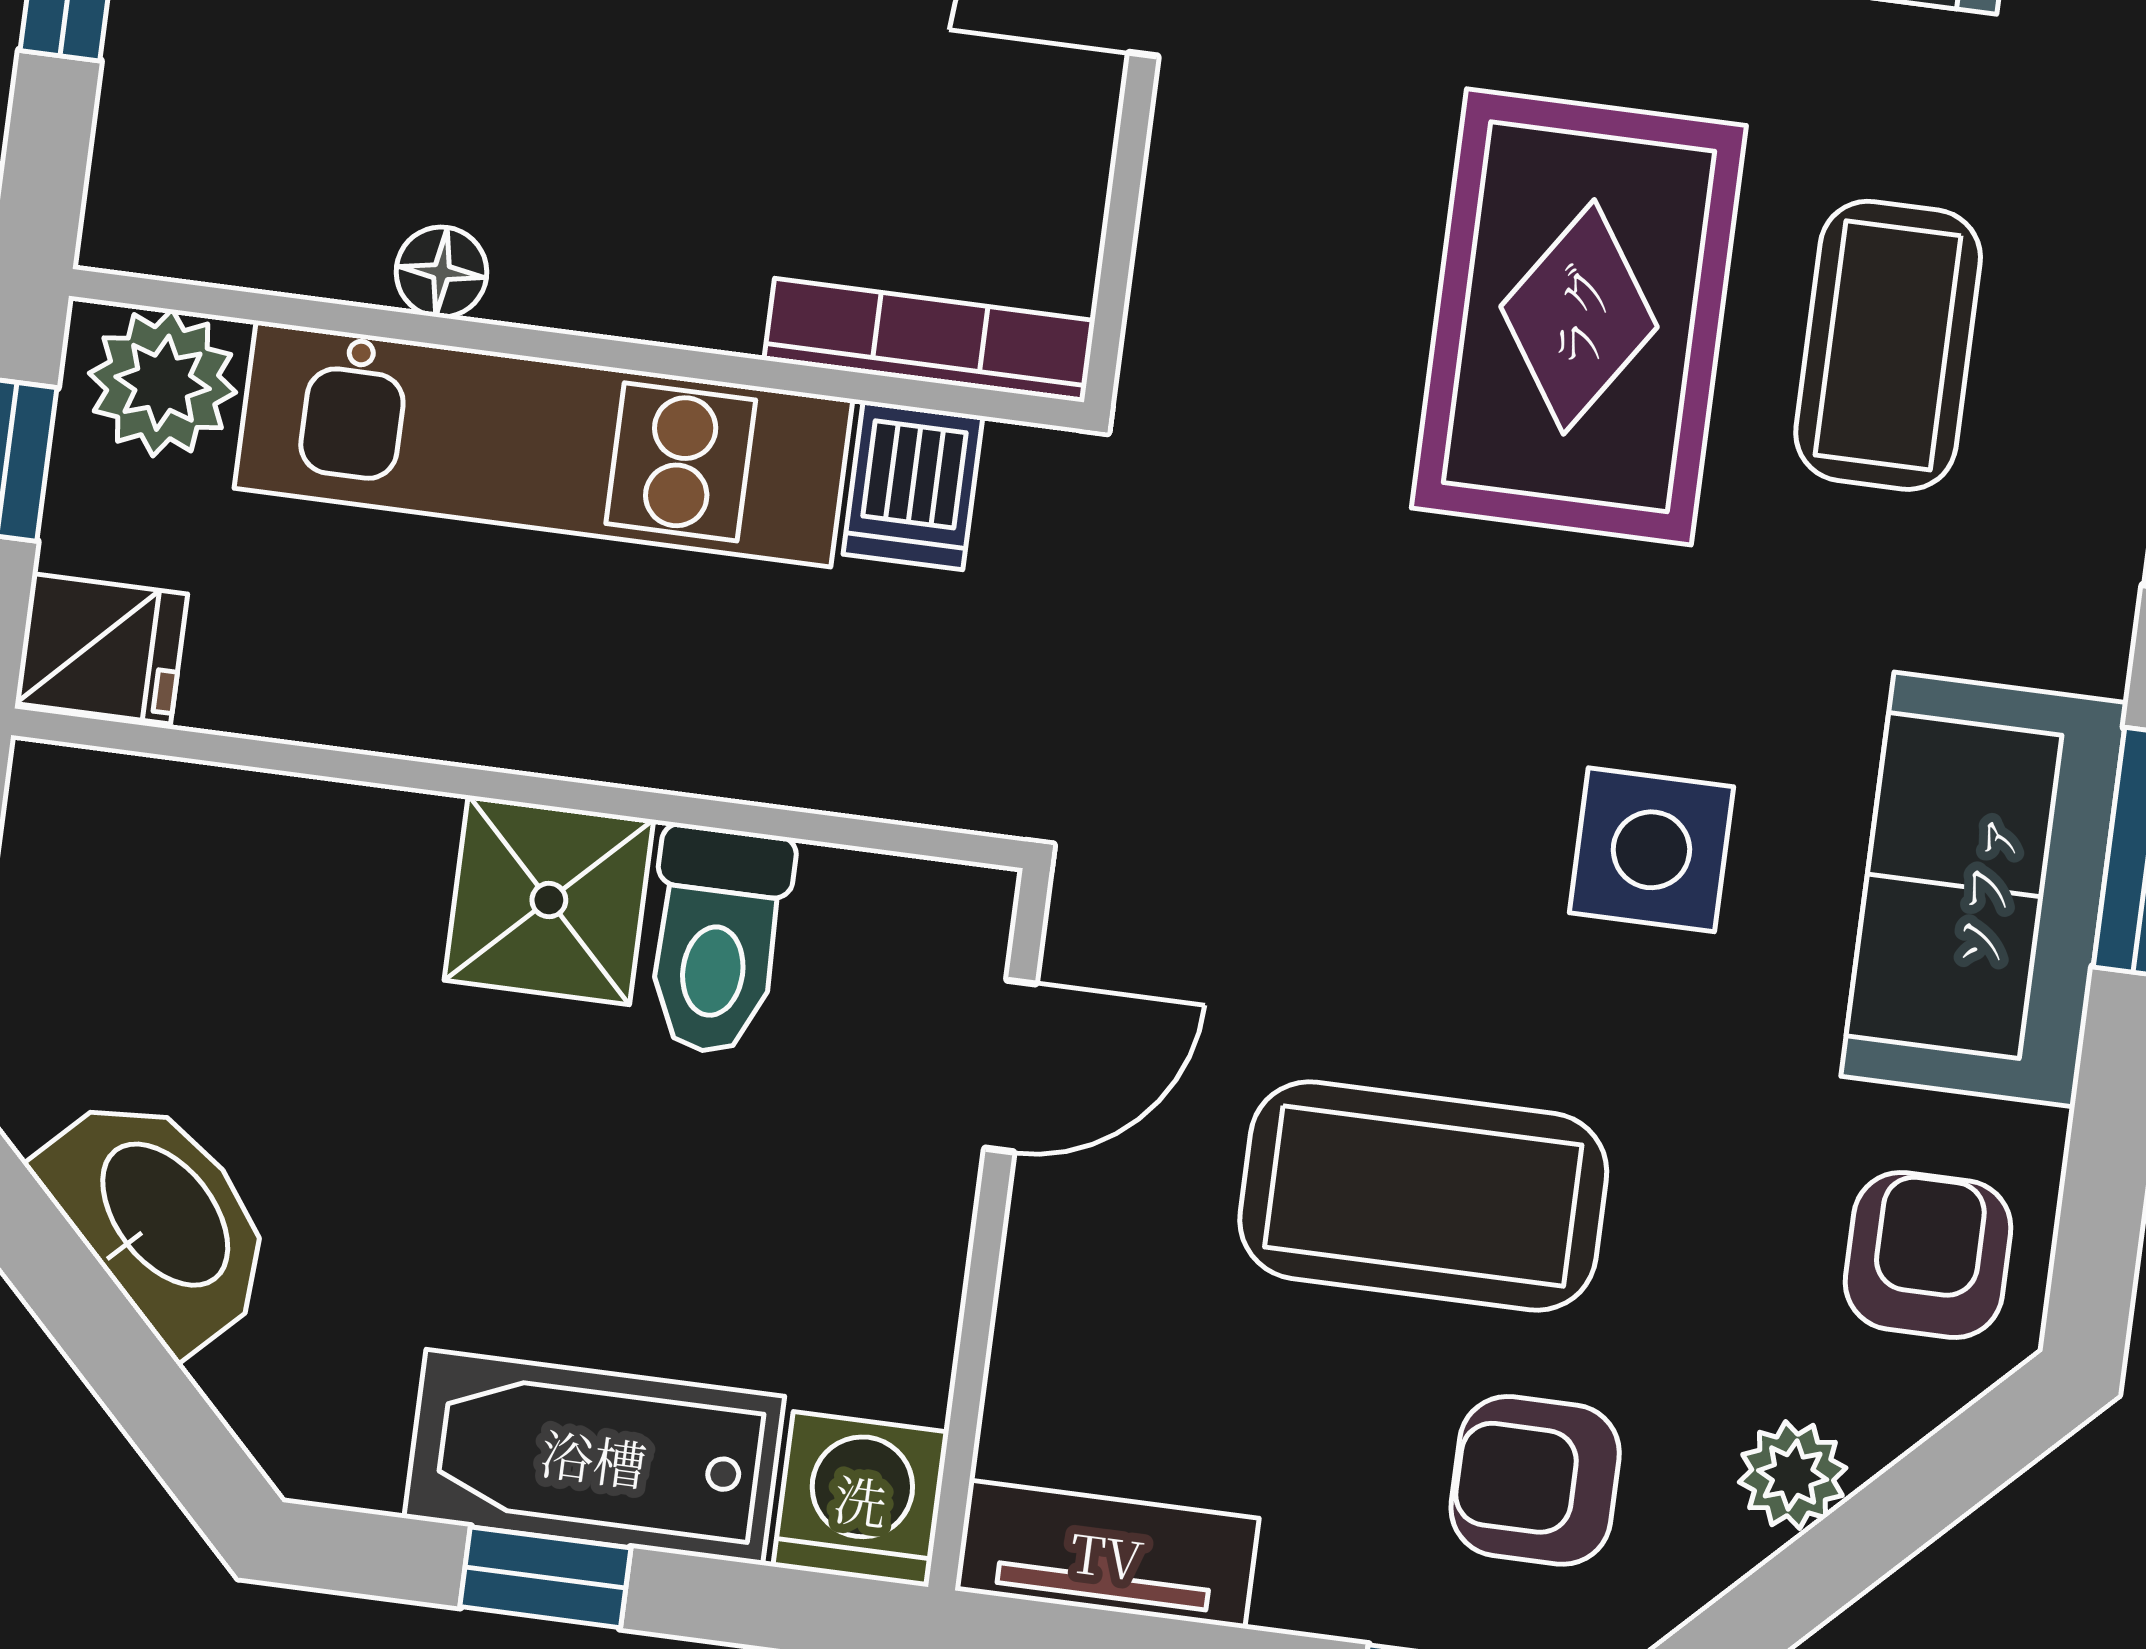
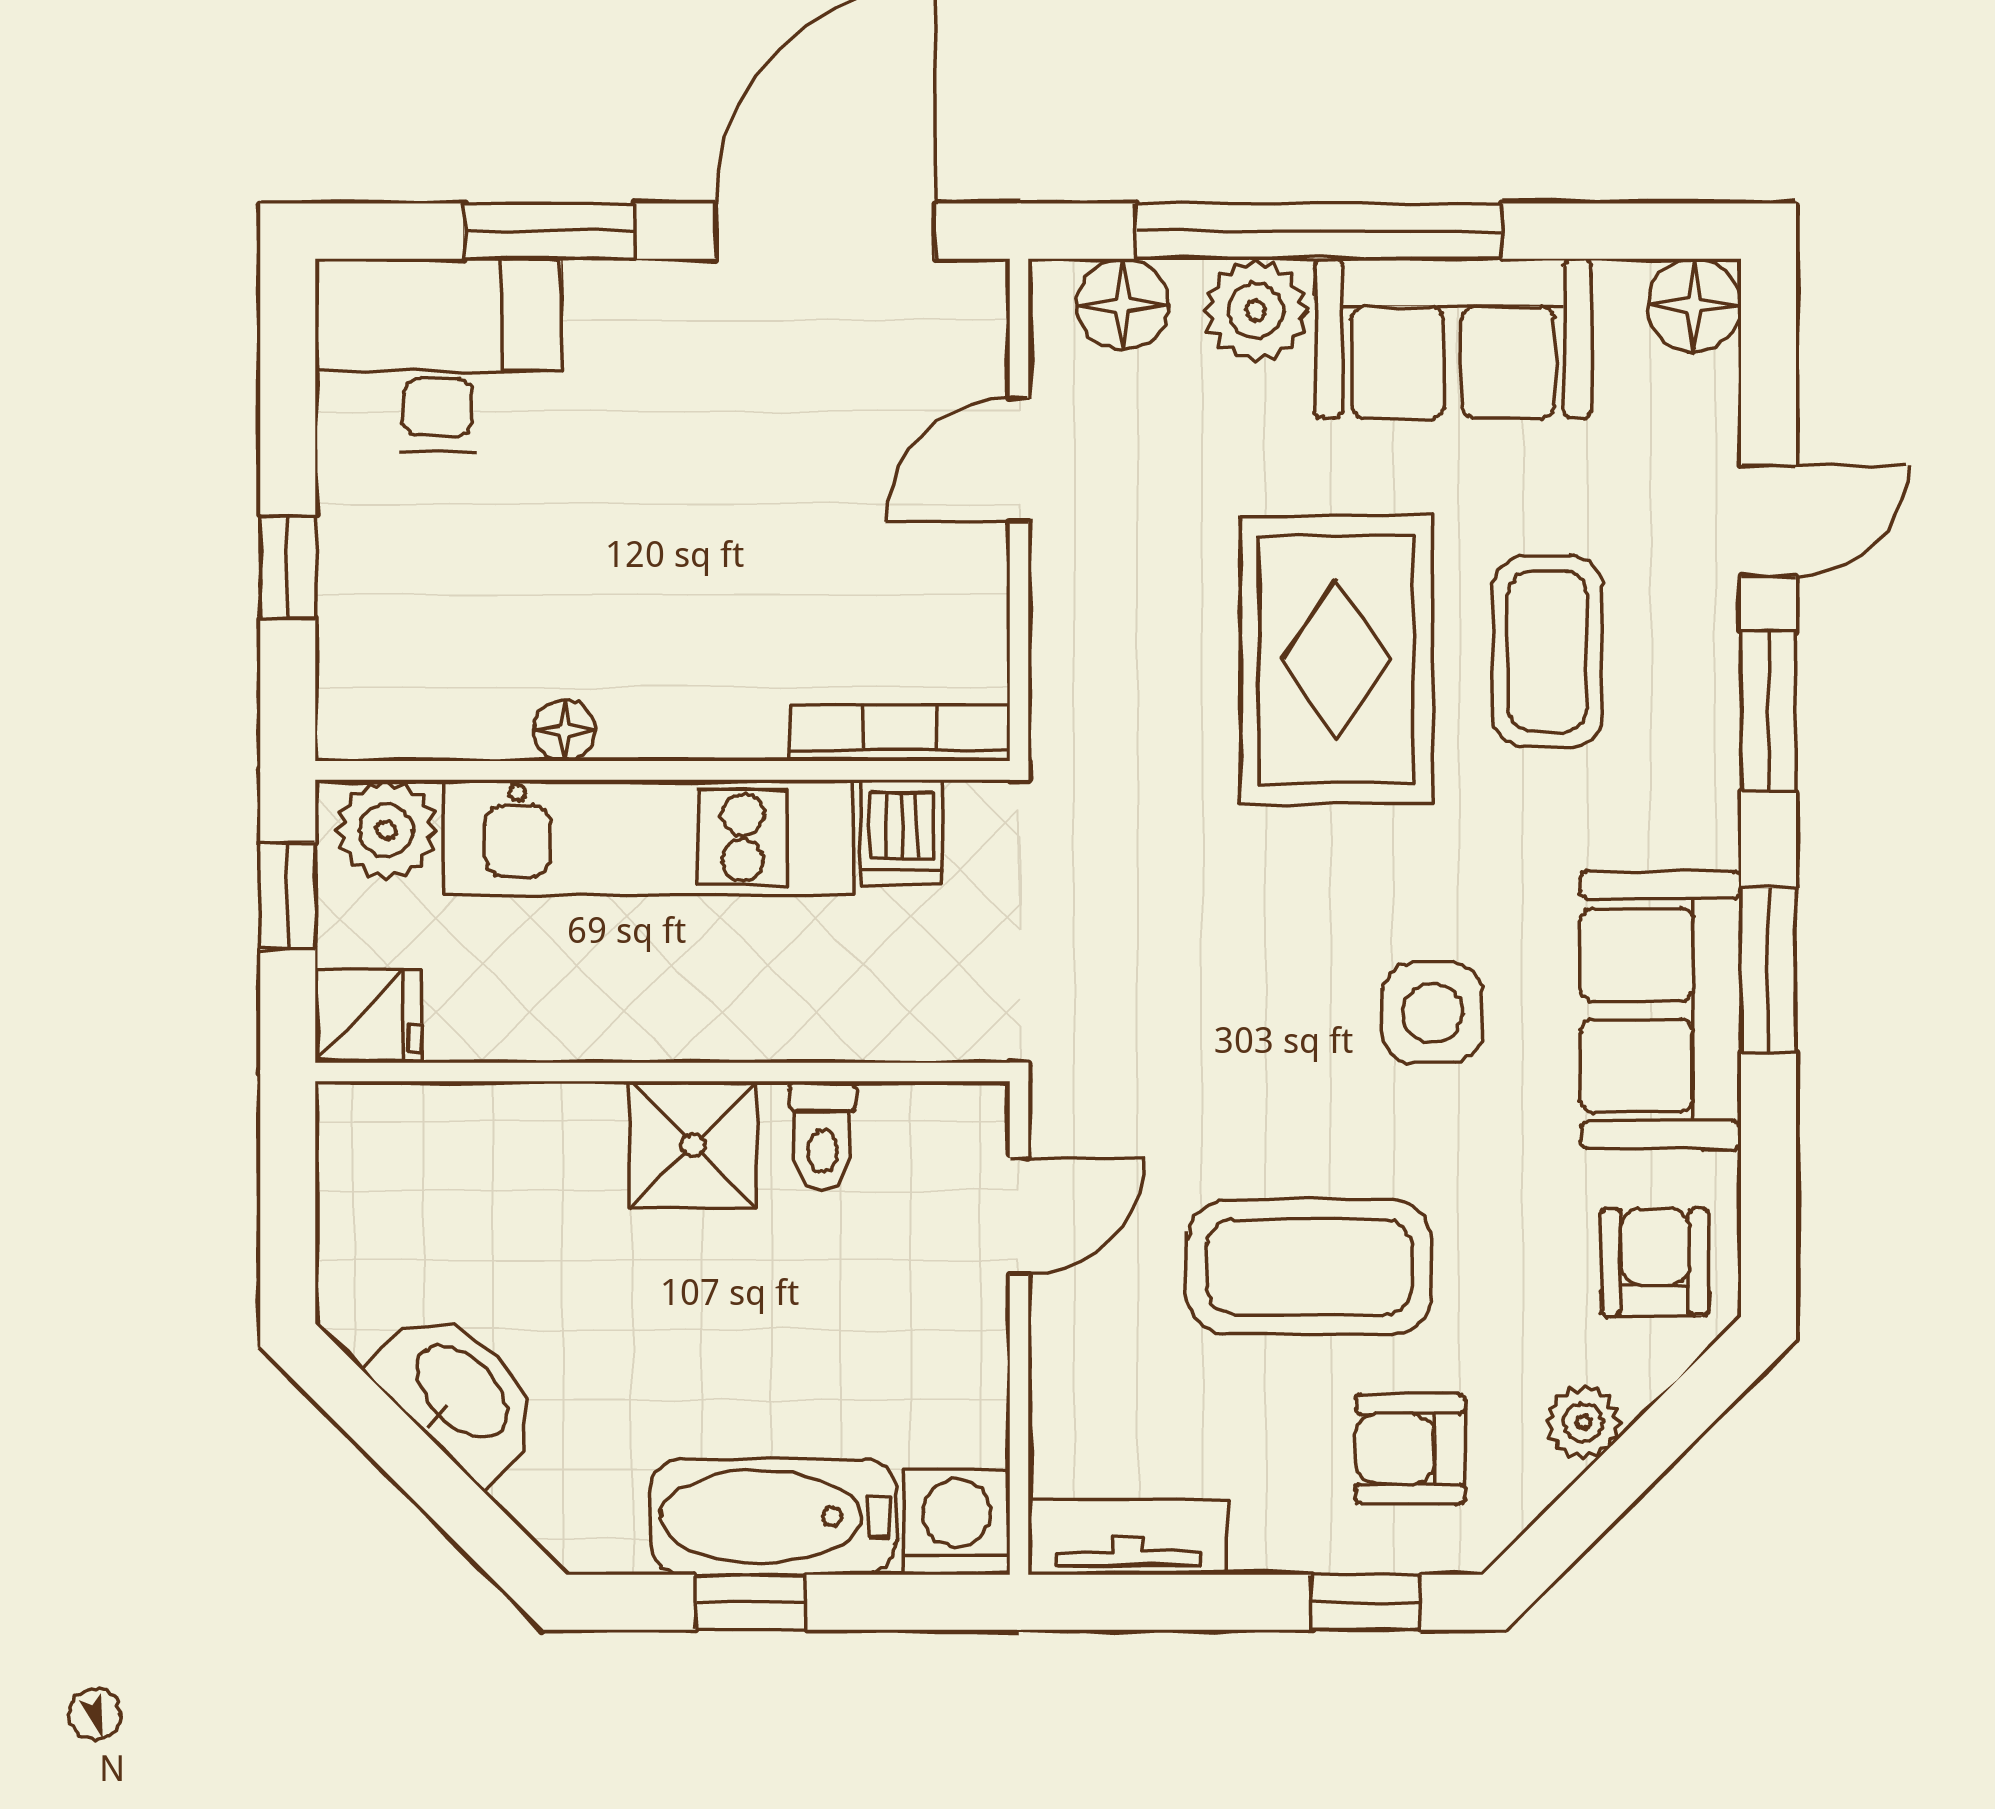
toilet: (717, 940) -> (822, 1136), width x0.73, depth x0.72

